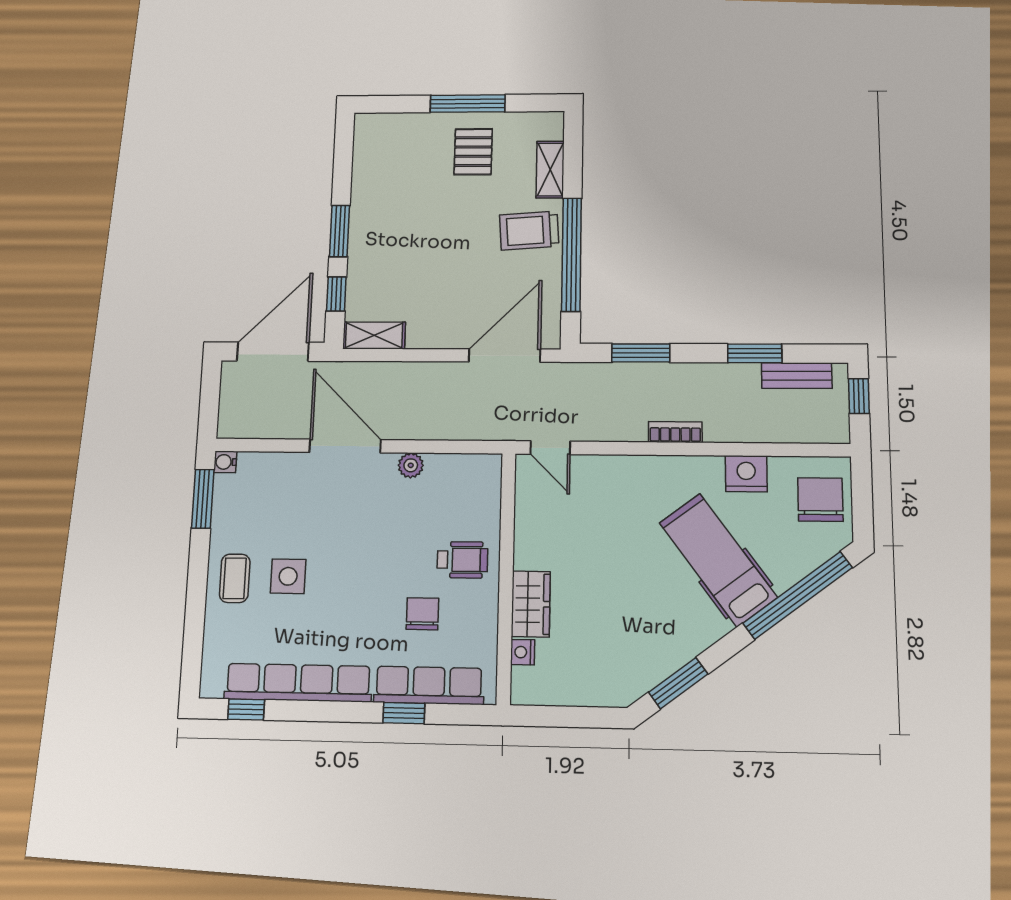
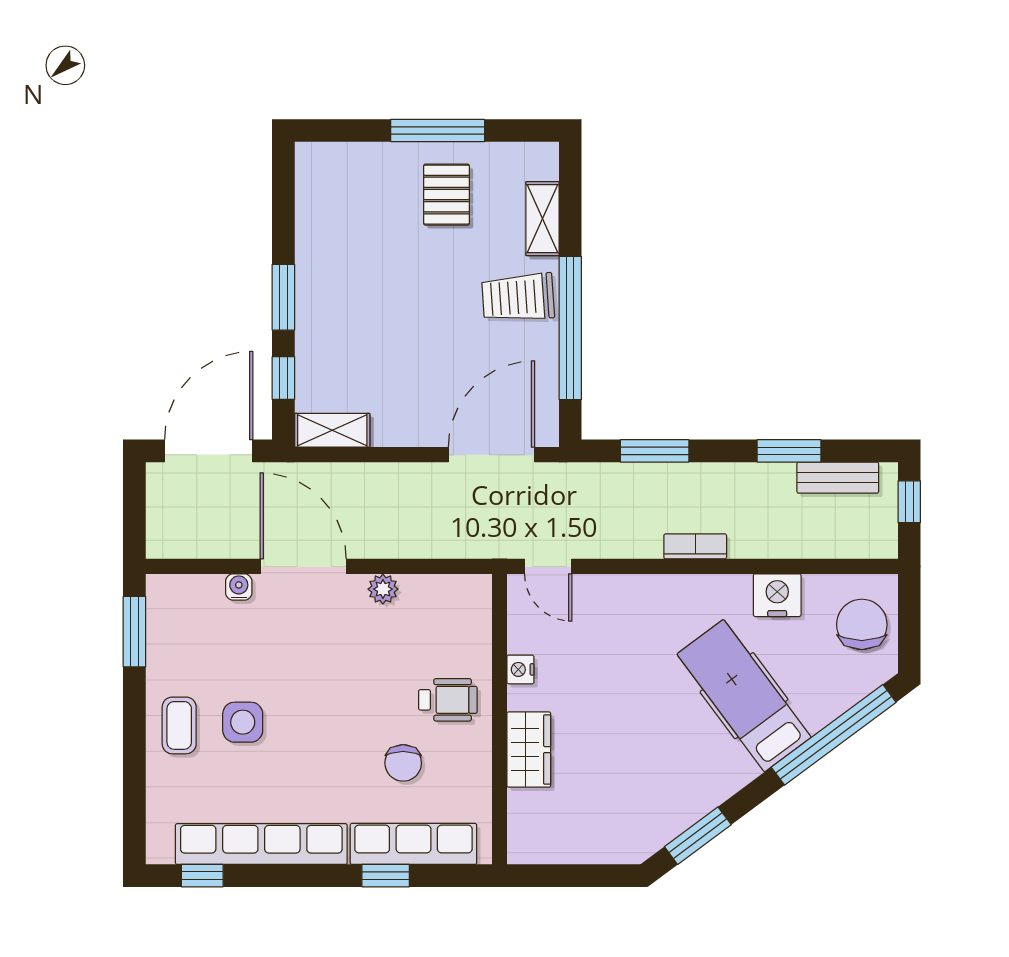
water cooler: (225, 462) -> (239, 587), moved, turned 90
chair: (422, 614) -> (403, 763), turned 180
nightstand: (523, 652) -> (520, 669), moved

